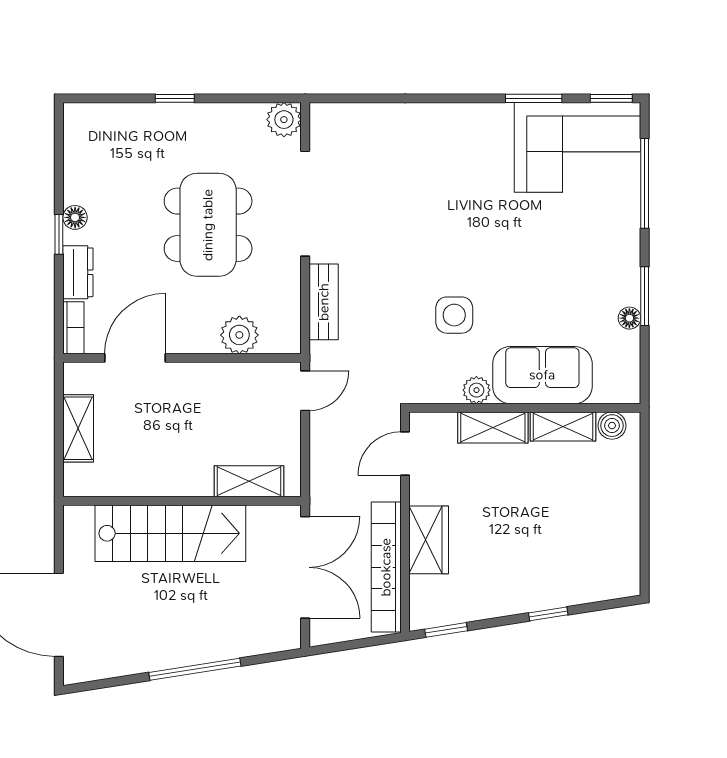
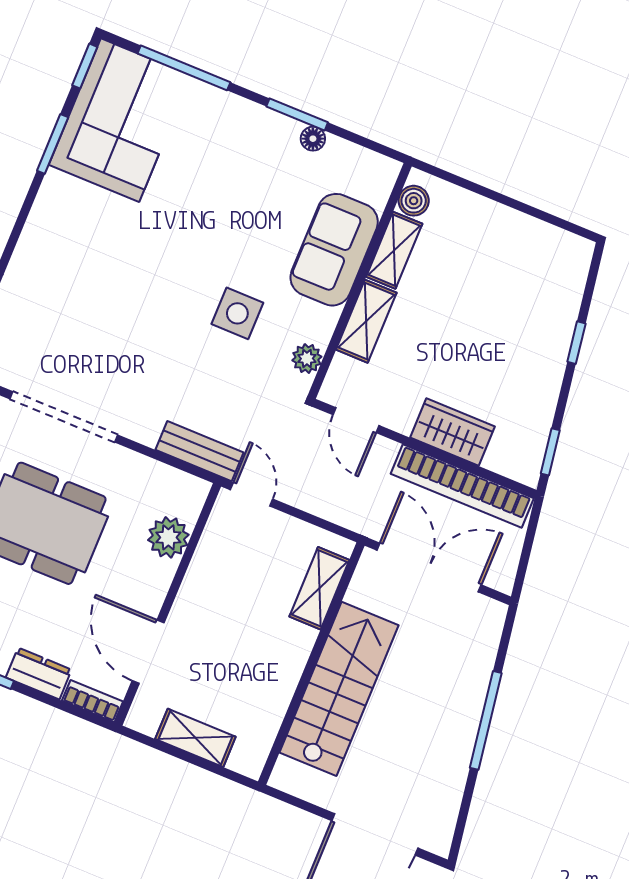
bench: (324, 302) -> (199, 451), moved
plant: (476, 390) -> (307, 358), moved

